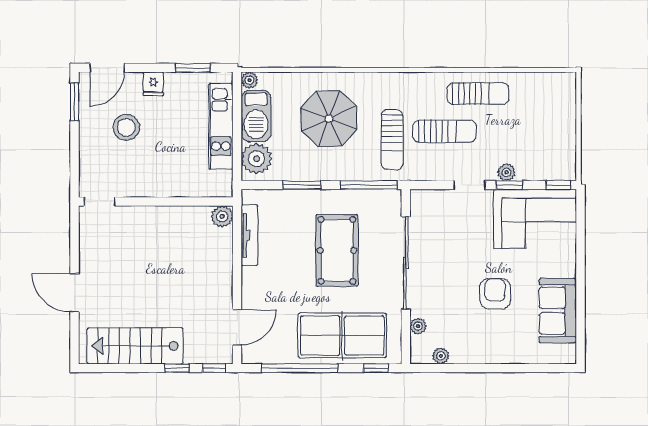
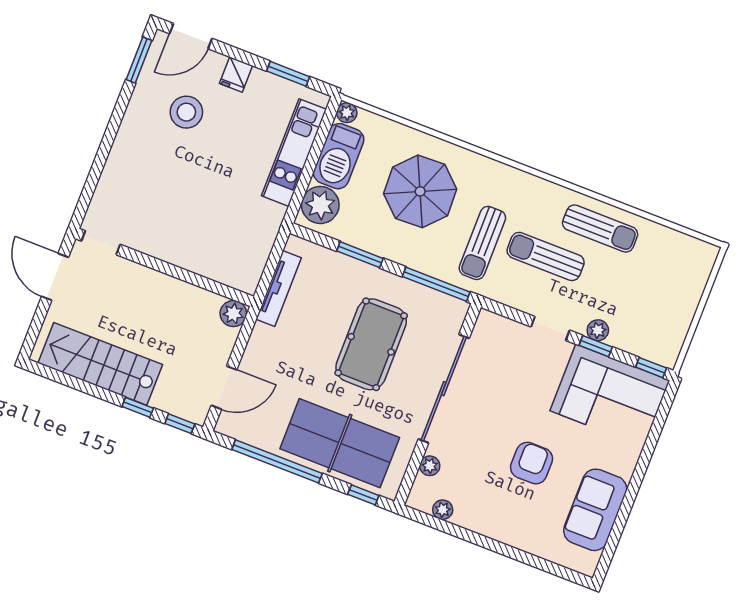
sun lounger: (445, 131) -> (546, 256), turned 180
doorway: (100, 202) -> (101, 243), moved
wall: (156, 202) -> (165, 267), moved
plant: (222, 216) -> (233, 314), moved

